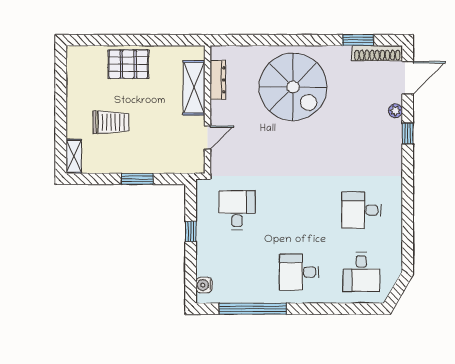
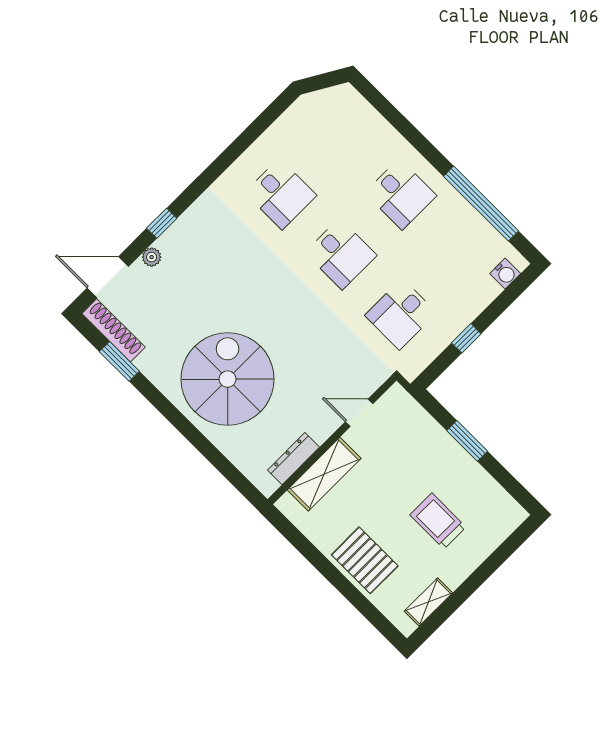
shelving: (74, 156) -> (428, 602), moved
desk: (361, 272) -> (341, 254), moved, turned 90

